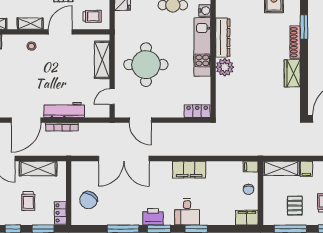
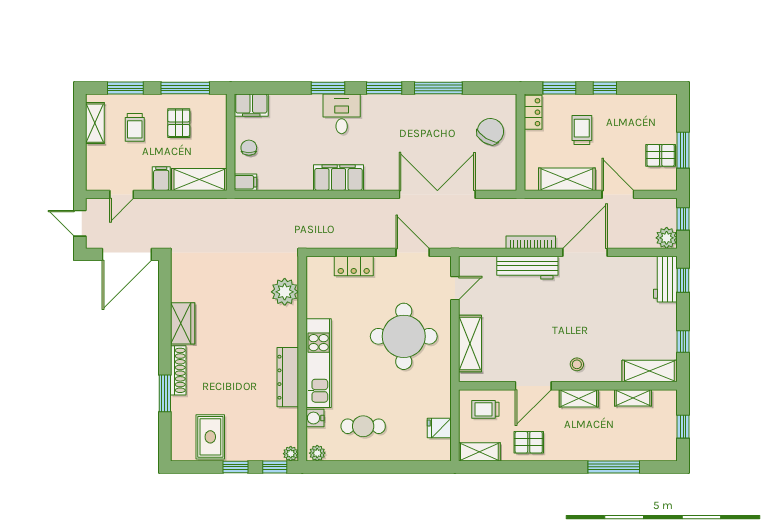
plant: (225, 67) -> (285, 292), moved
locker: (197, 111) -> (354, 266), moved
printer: (153, 217) -> (393, 106), removed

